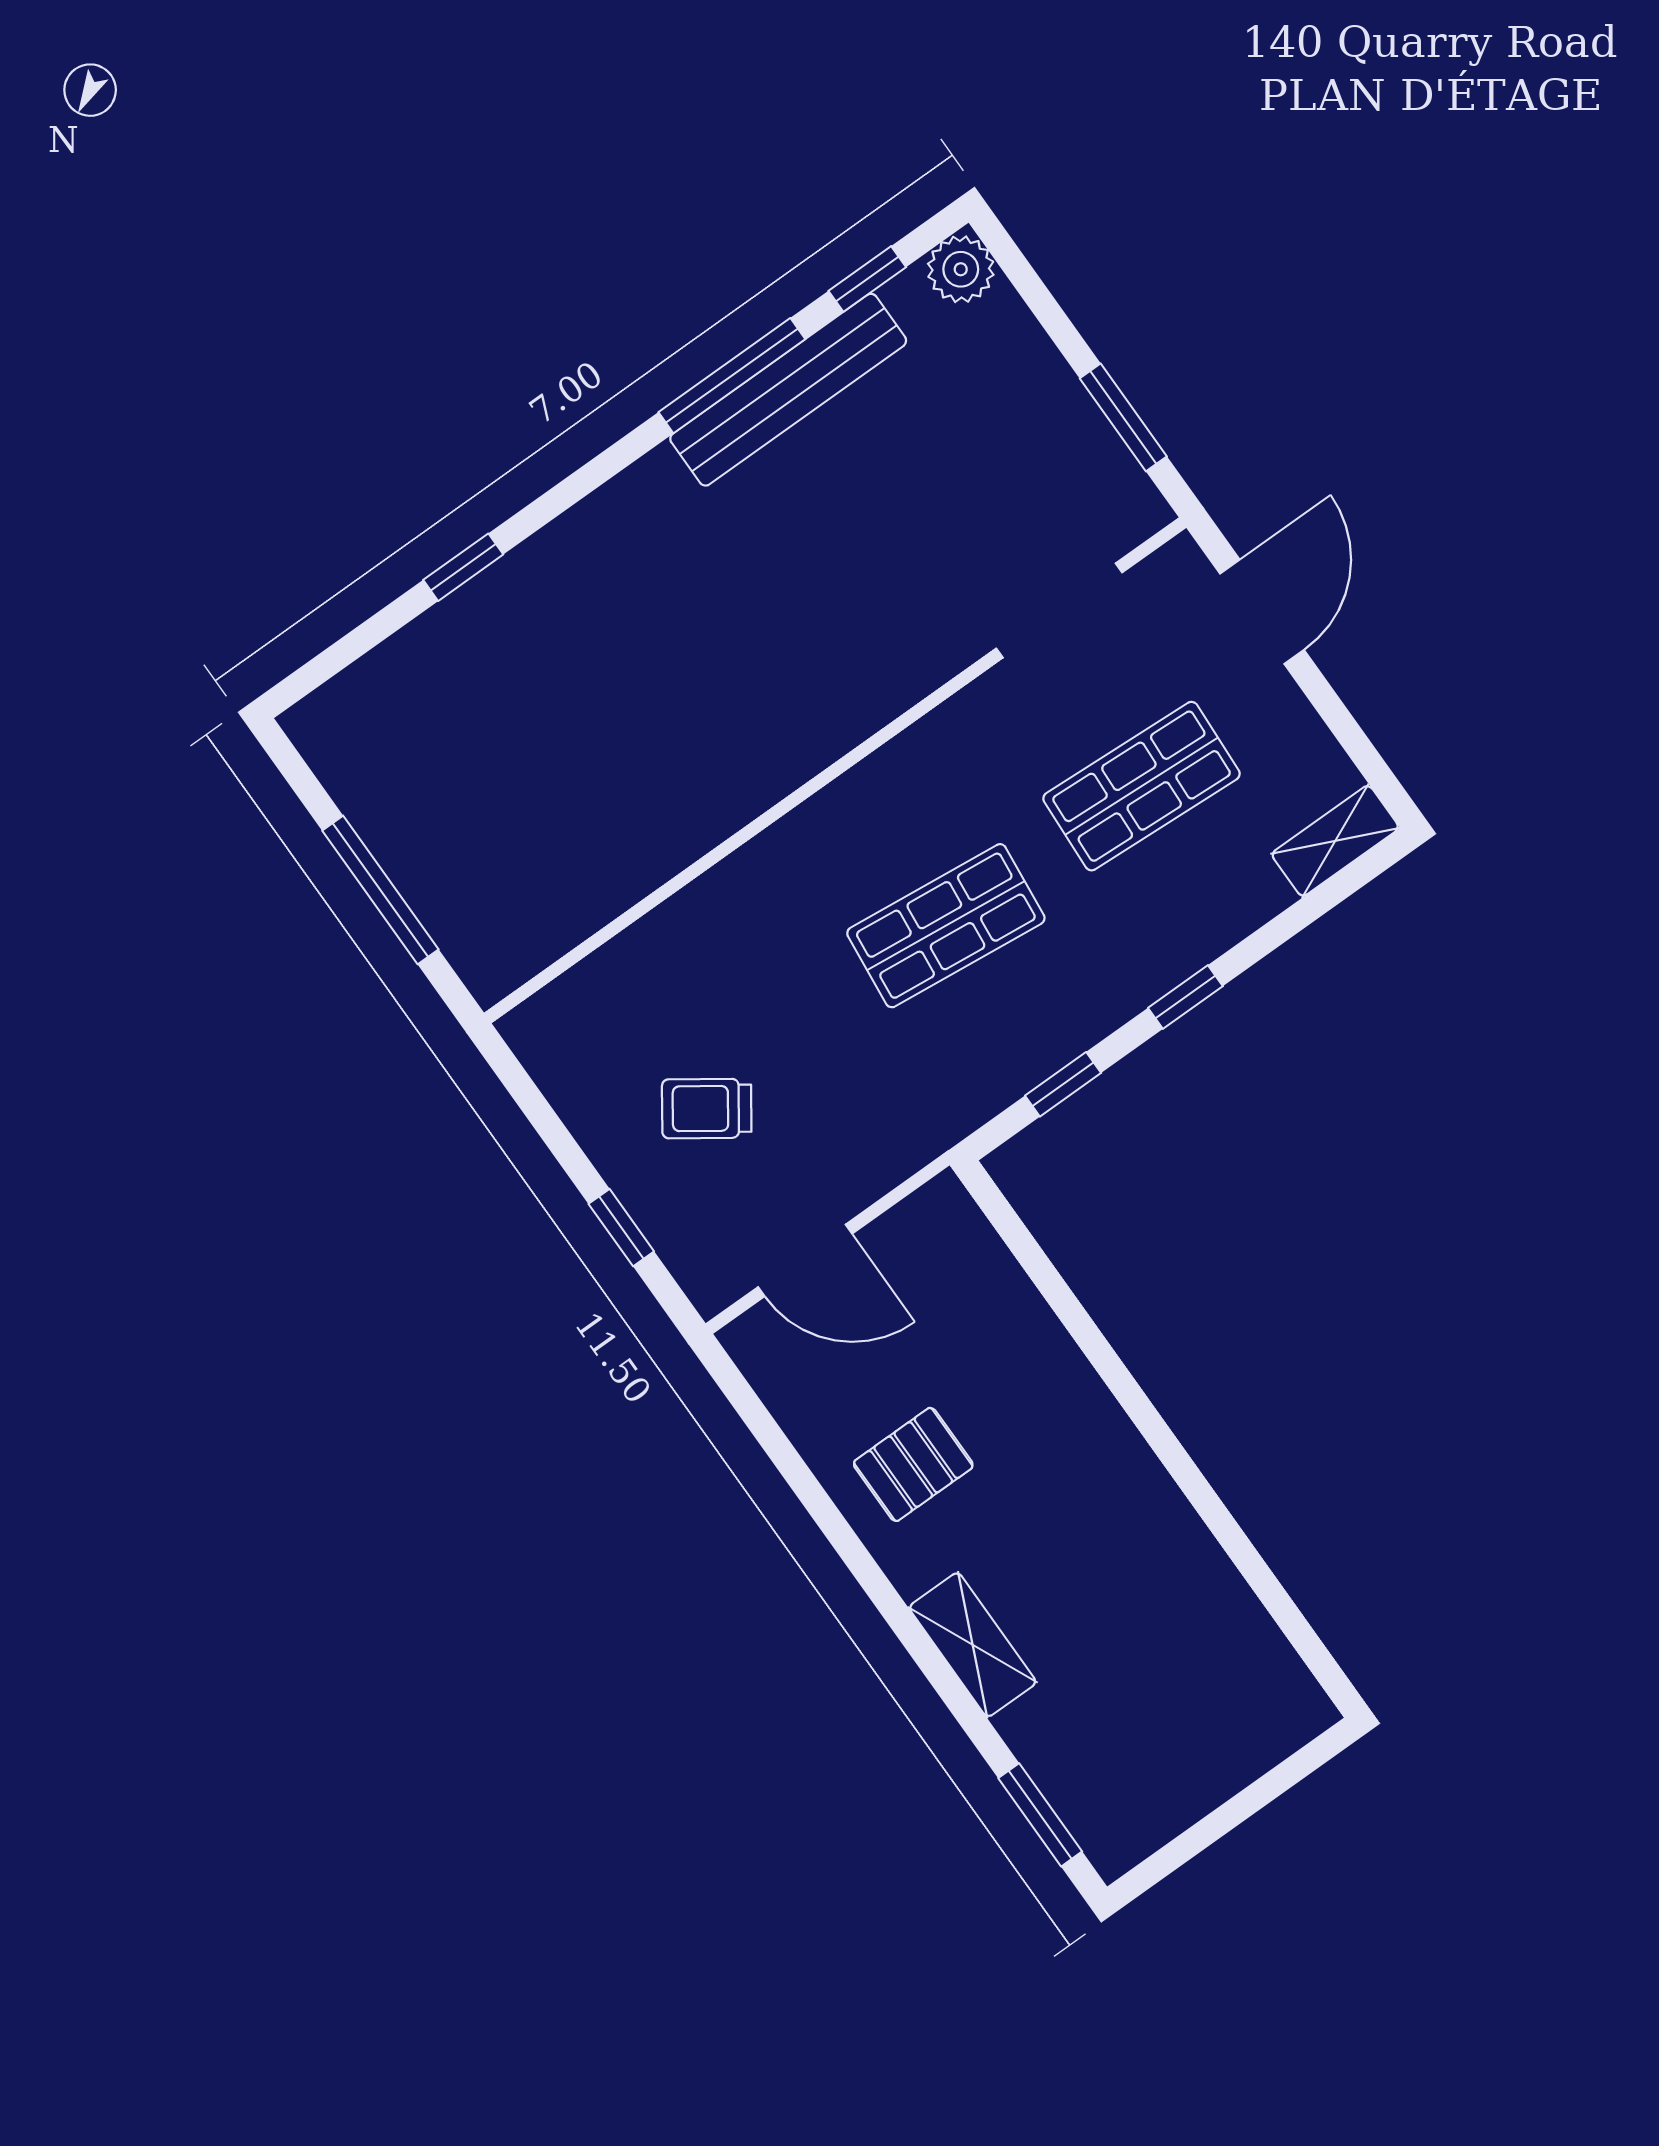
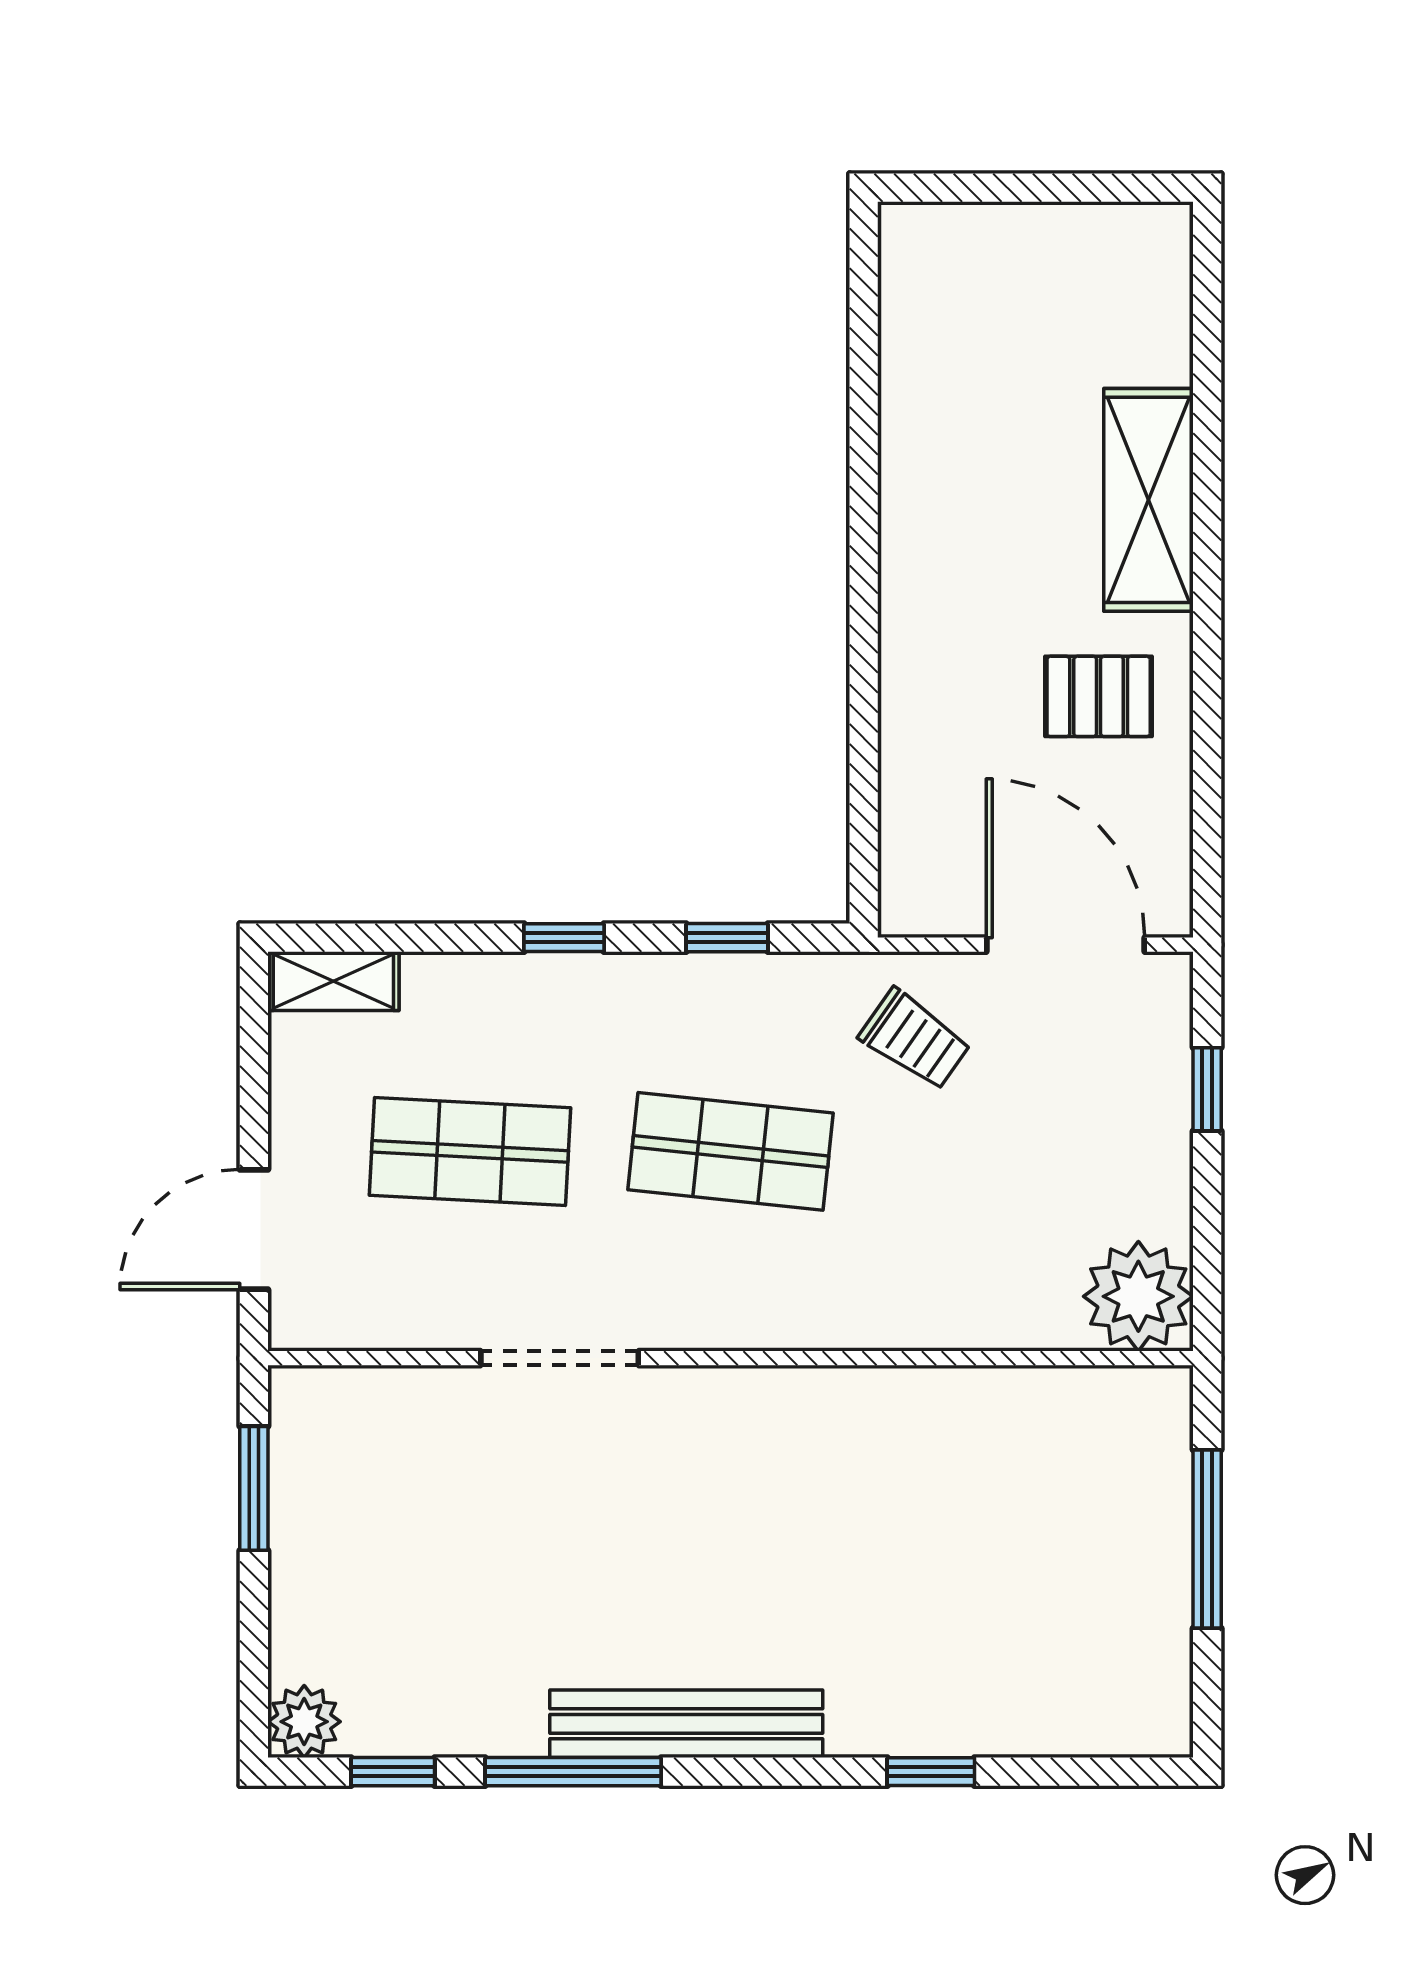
bench: (788, 390) -> (686, 1724), moved
doorway: (1059, 611) -> (560, 1358), moved
plant: (562, 1035) -> (1138, 1296), added
trolley: (707, 1109) -> (915, 1039), moved
door: (805, 1260) -> (1066, 945), width x1.36
shelving: (973, 1645) -> (1149, 500), width x1.50, depth x1.33
window: (1040, 1815) -> (1207, 307), removed

